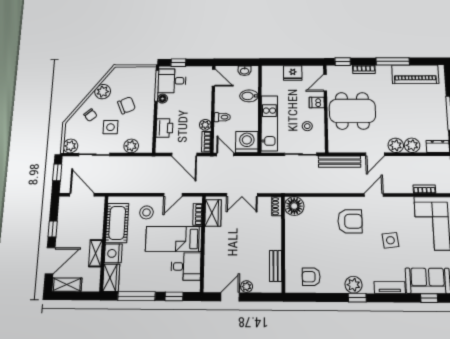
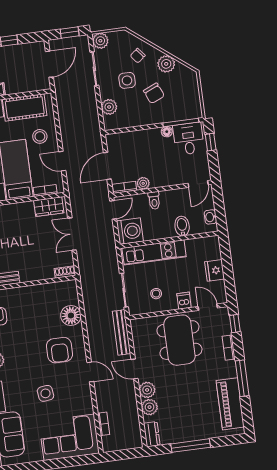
printer: (164, 128) -> (134, 139), removed
floor lamp: (294, 206) -> (71, 315), moved

